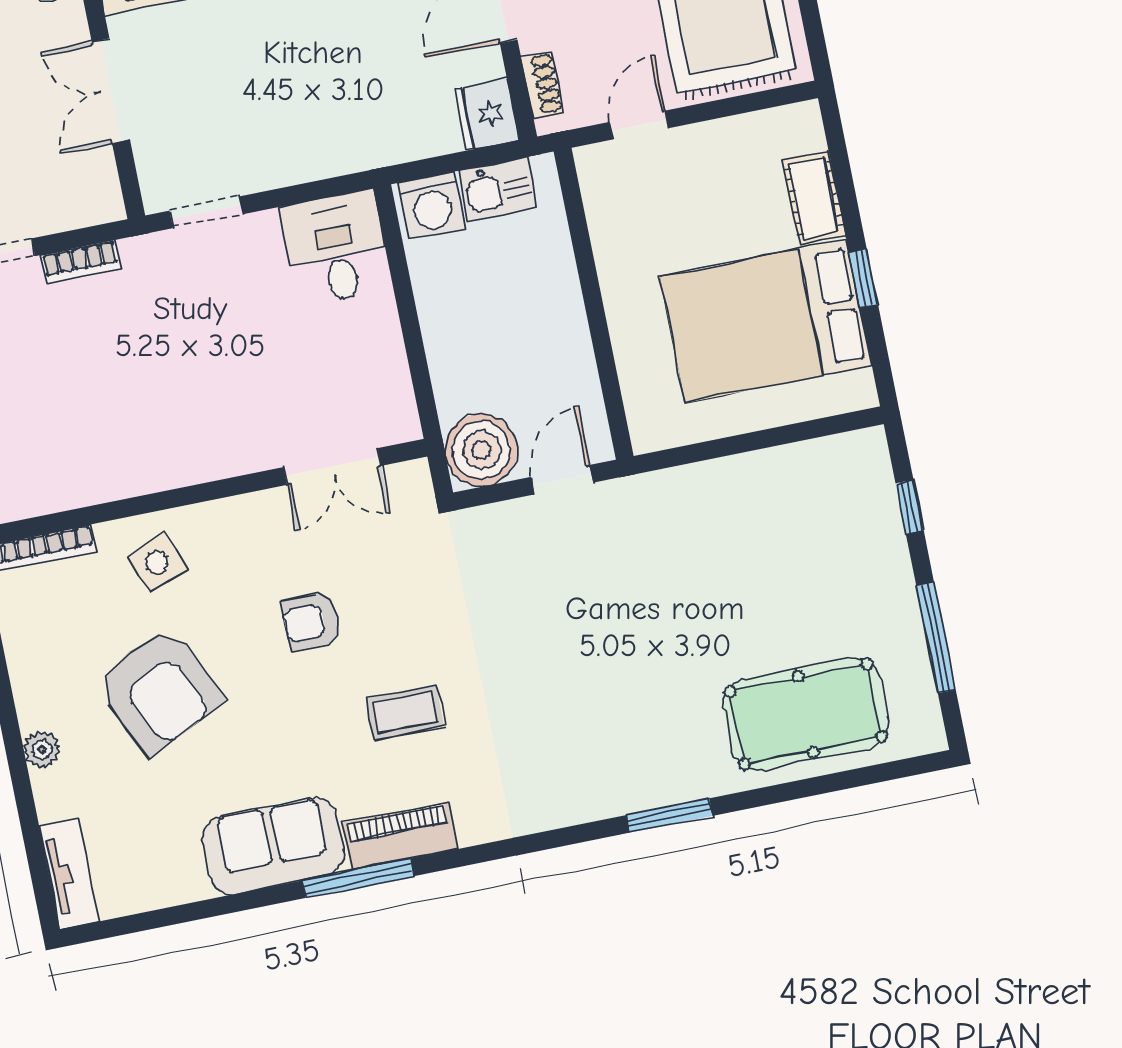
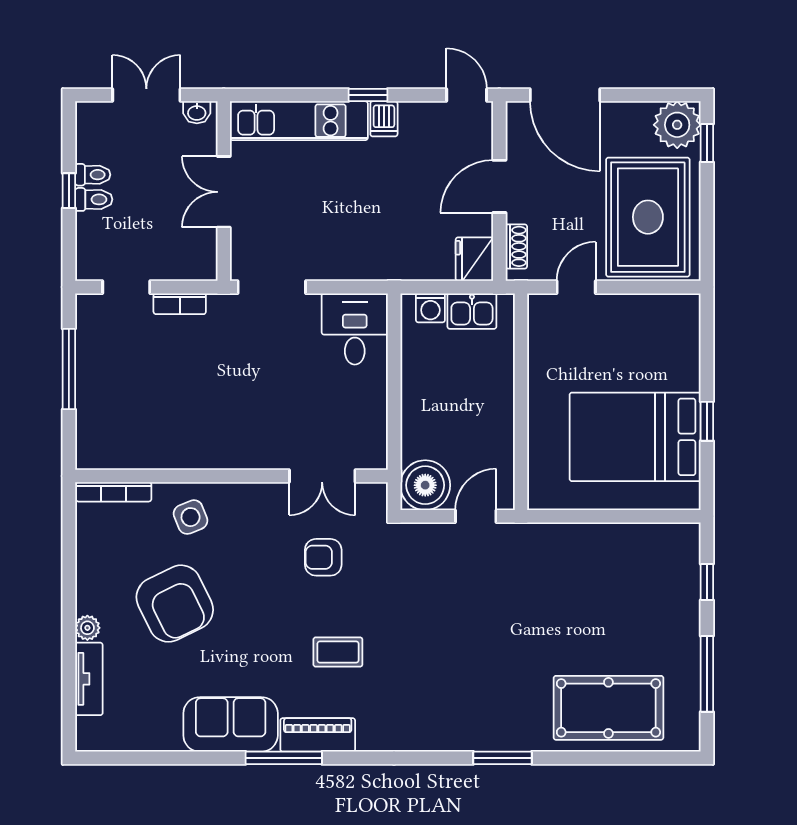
cot: (814, 198) -> (684, 360), removed
washing machine: (432, 206) -> (430, 308), width x0.73, depth x0.73
doorway: (206, 212) -> (272, 287), width x1.38
armchair: (312, 622) -> (323, 557), moved
tv unit: (69, 874) -> (89, 679), moved

